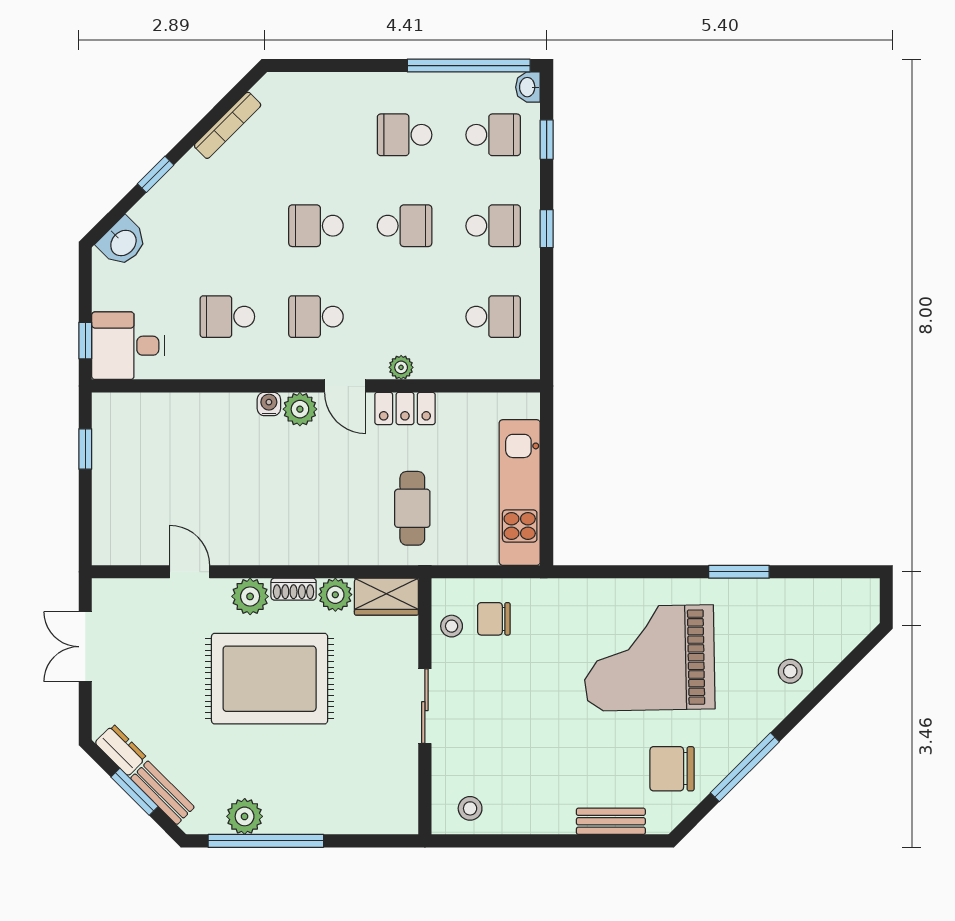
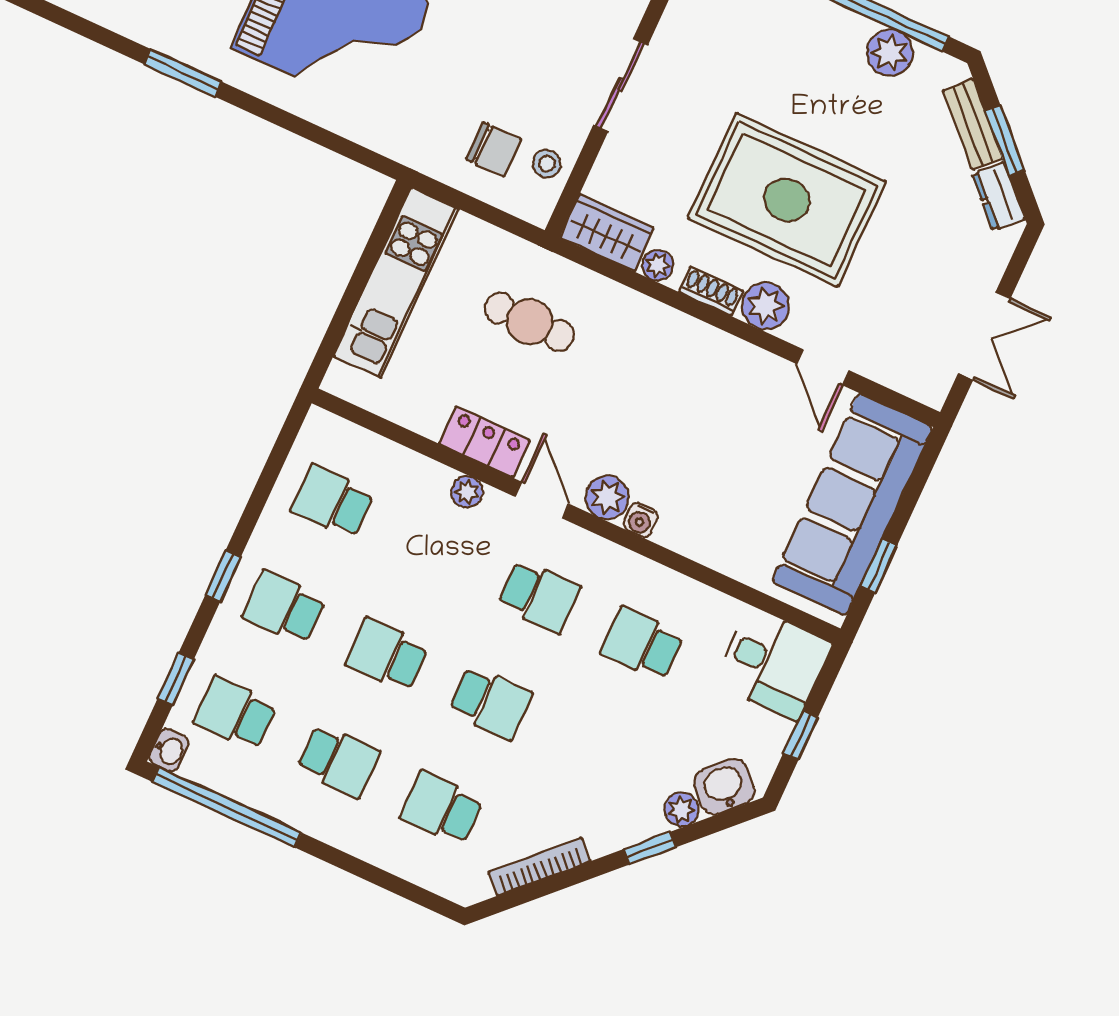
school desk: (316, 135) -> (442, 808), added
plant: (145, 212) -> (681, 810), added
school desk: (227, 317) -> (642, 644), turned 180
window: (85, 341) -> (801, 735), moved
sofa: (124, 484) -> (852, 504), added
cafe table: (412, 508) -> (529, 322), turned 90
plant: (335, 595) -> (658, 265), width x0.73, depth x0.73

